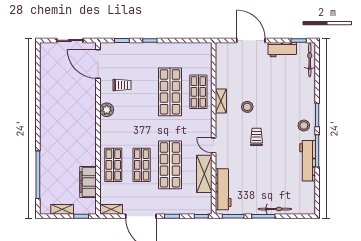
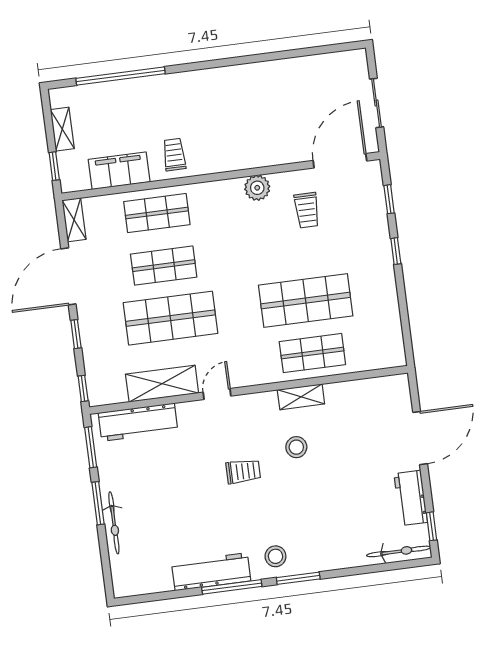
trolley: (83, 152) -> (174, 155), added

